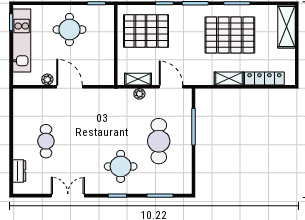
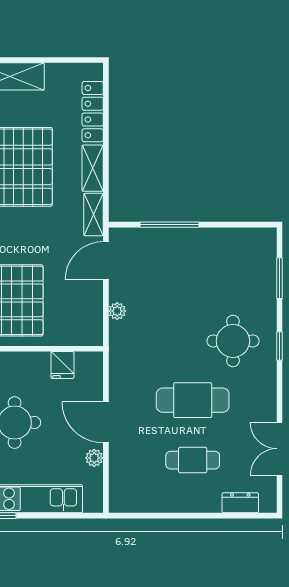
fridge: (106, 60) -> (62, 365), added
shelving: (138, 79) -> (94, 215), moved
door: (70, 87) -> (106, 422), hinge flipped
cafe table: (159, 141) -> (193, 400), moved
double door: (68, 196) -> (279, 449), moved

